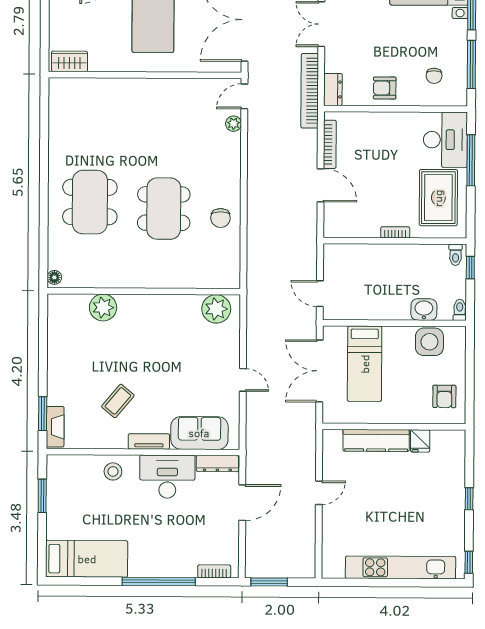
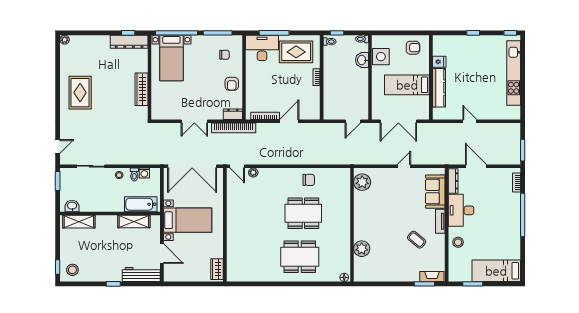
bed: (365, 364) -> (407, 85), moved, turned 180
bed: (87, 559) -> (496, 271), moved, turned -90

